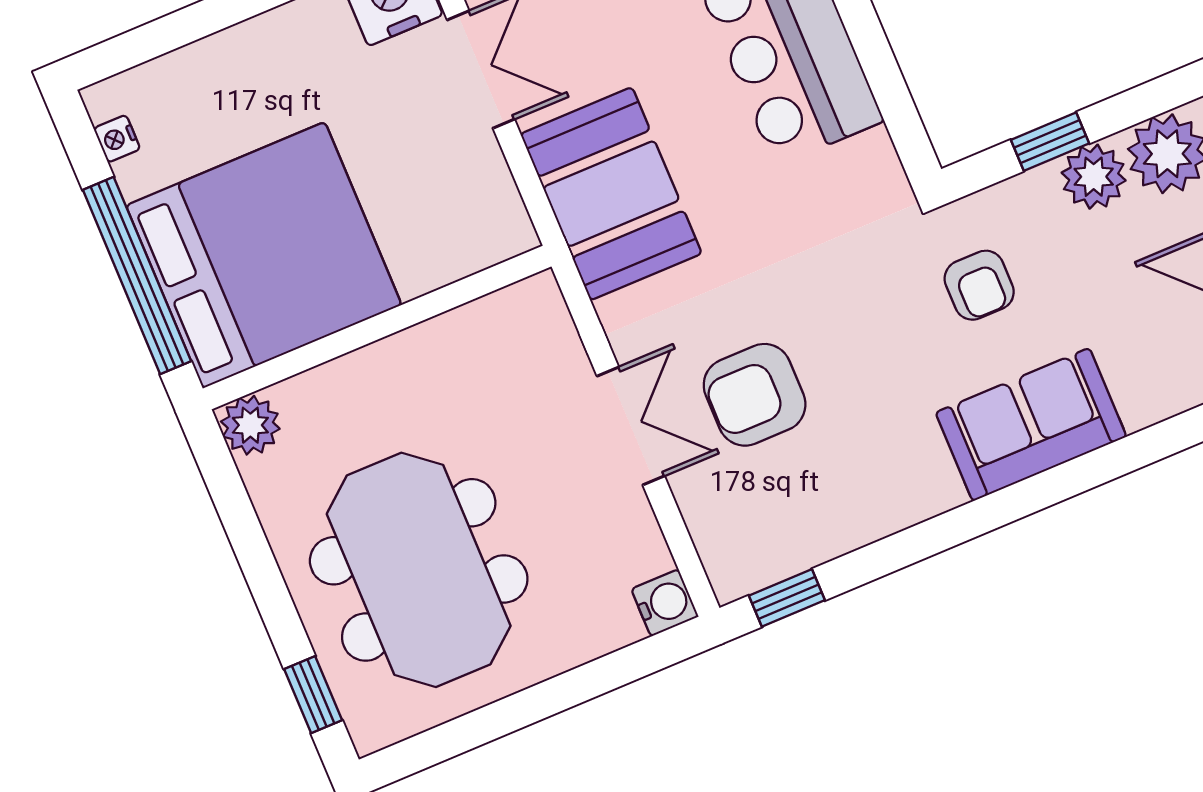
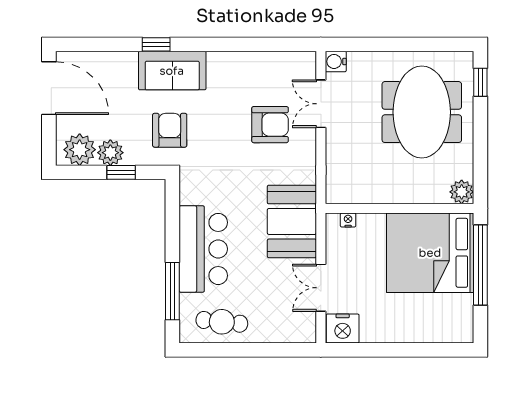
nightstand: (117, 139) -> (348, 220), moved, turned -90
armchair: (979, 285) -> (170, 130), width x1.38, depth x1.38
double door: (631, 426) -> (321, 104), moved
window: (787, 598) -> (156, 44), moved

